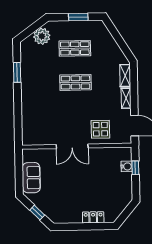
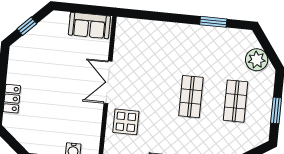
sofa: (31, 178) -> (89, 25), moved

